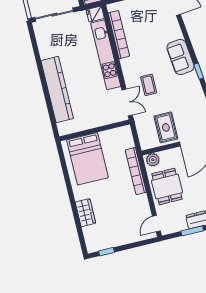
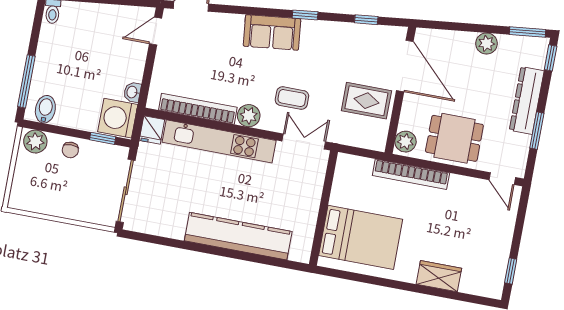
plant: (128, 65) -> (249, 116), added

